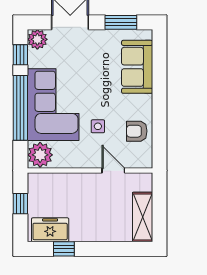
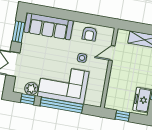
plant: (37, 39) -> (31, 89), moved
sofa: (137, 67) -> (49, 26), width x1.36
plant: (40, 155) -> (94, 98), removed

